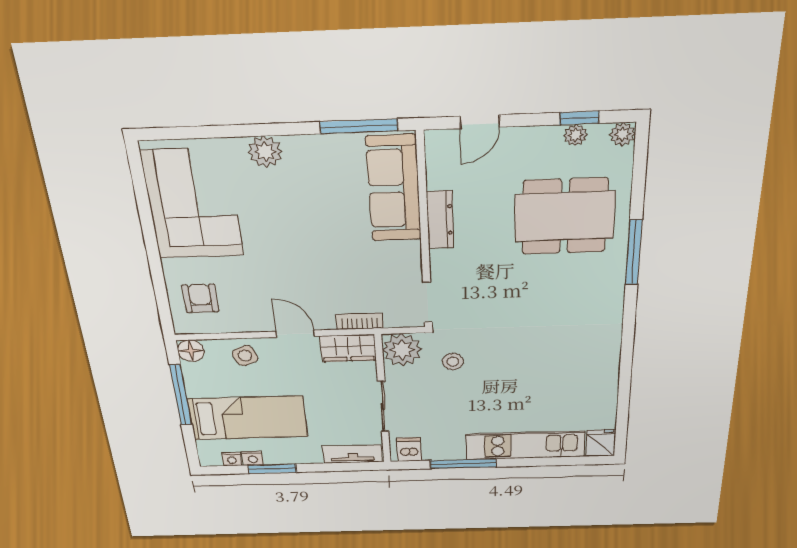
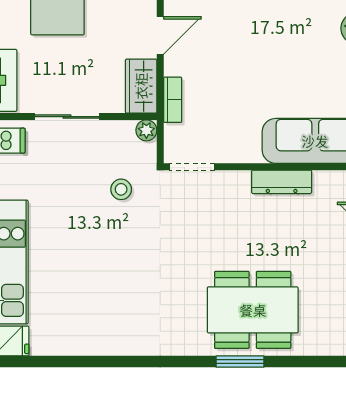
dining table: (565, 216) -> (253, 310), moved, turned 90
window: (634, 252) -> (240, 362), width x0.69
plant: (402, 350) -> (146, 130), width x0.53, depth x0.53

